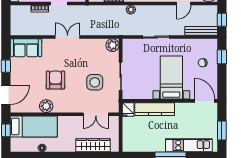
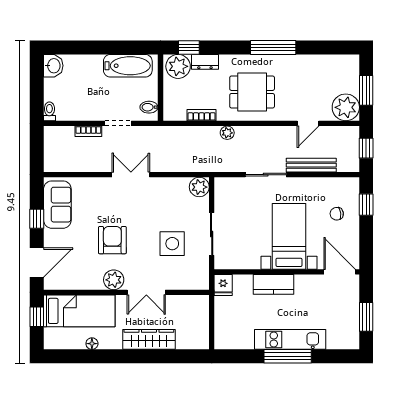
bench: (201, 31) -> (311, 165), moved
sofa: (26, 48) -> (57, 205), moved, turned -90
plant: (46, 106) -> (114, 280), moved
kitchen counter: (155, 109) -> (274, 284), width x0.67
double door: (96, 114) -> (146, 292), moved
wardrobe: (93, 145) -> (149, 339), moved
kitchen unit: (189, 145) -> (290, 339), moved

